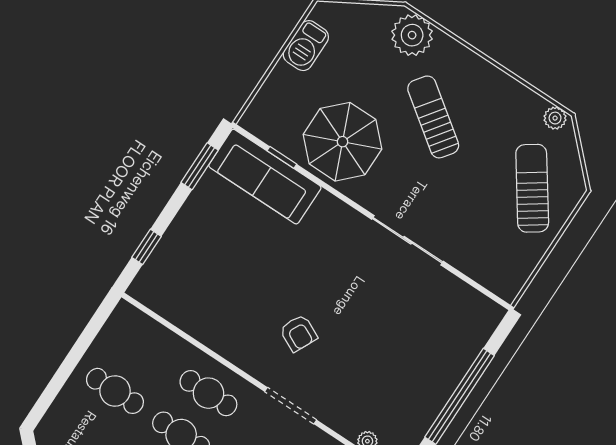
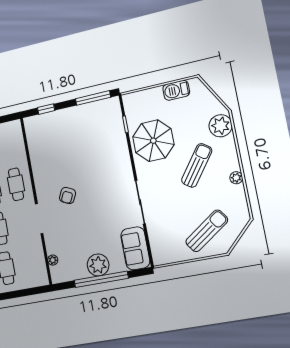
plant: (555, 118) -> (236, 178), moved
window: (200, 166) -> (93, 98), width x1.44
sofa: (265, 177) -> (135, 248), moved, width x0.73
plant: (436, 382) -> (98, 265), added

